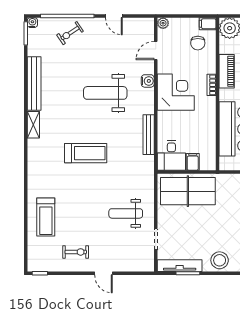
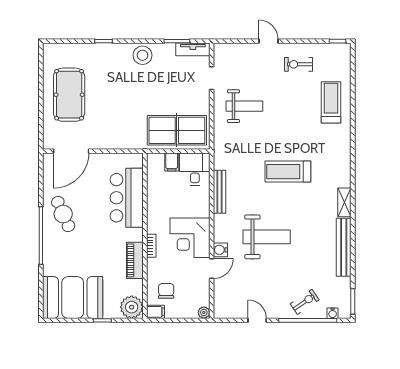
water cooler: (32, 23) -> (333, 313), moved
door: (156, 51) -> (212, 269), moved
tv unit: (180, 266) -> (193, 49), width x0.71

